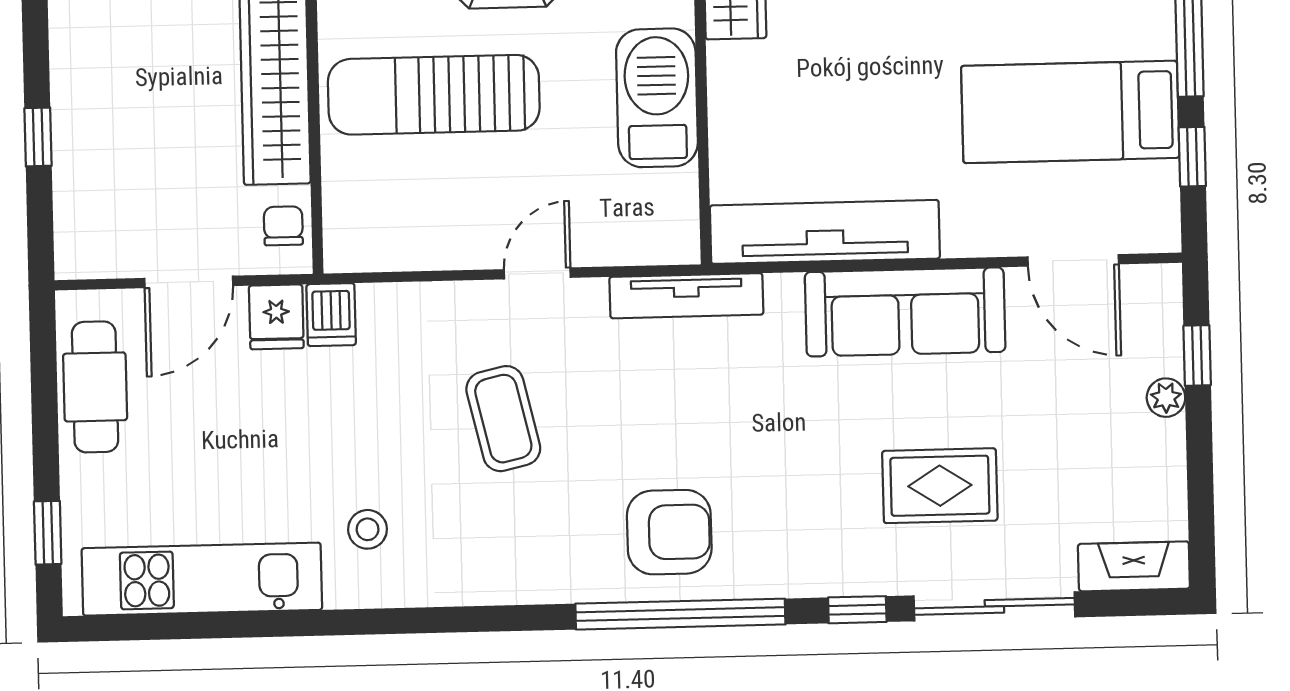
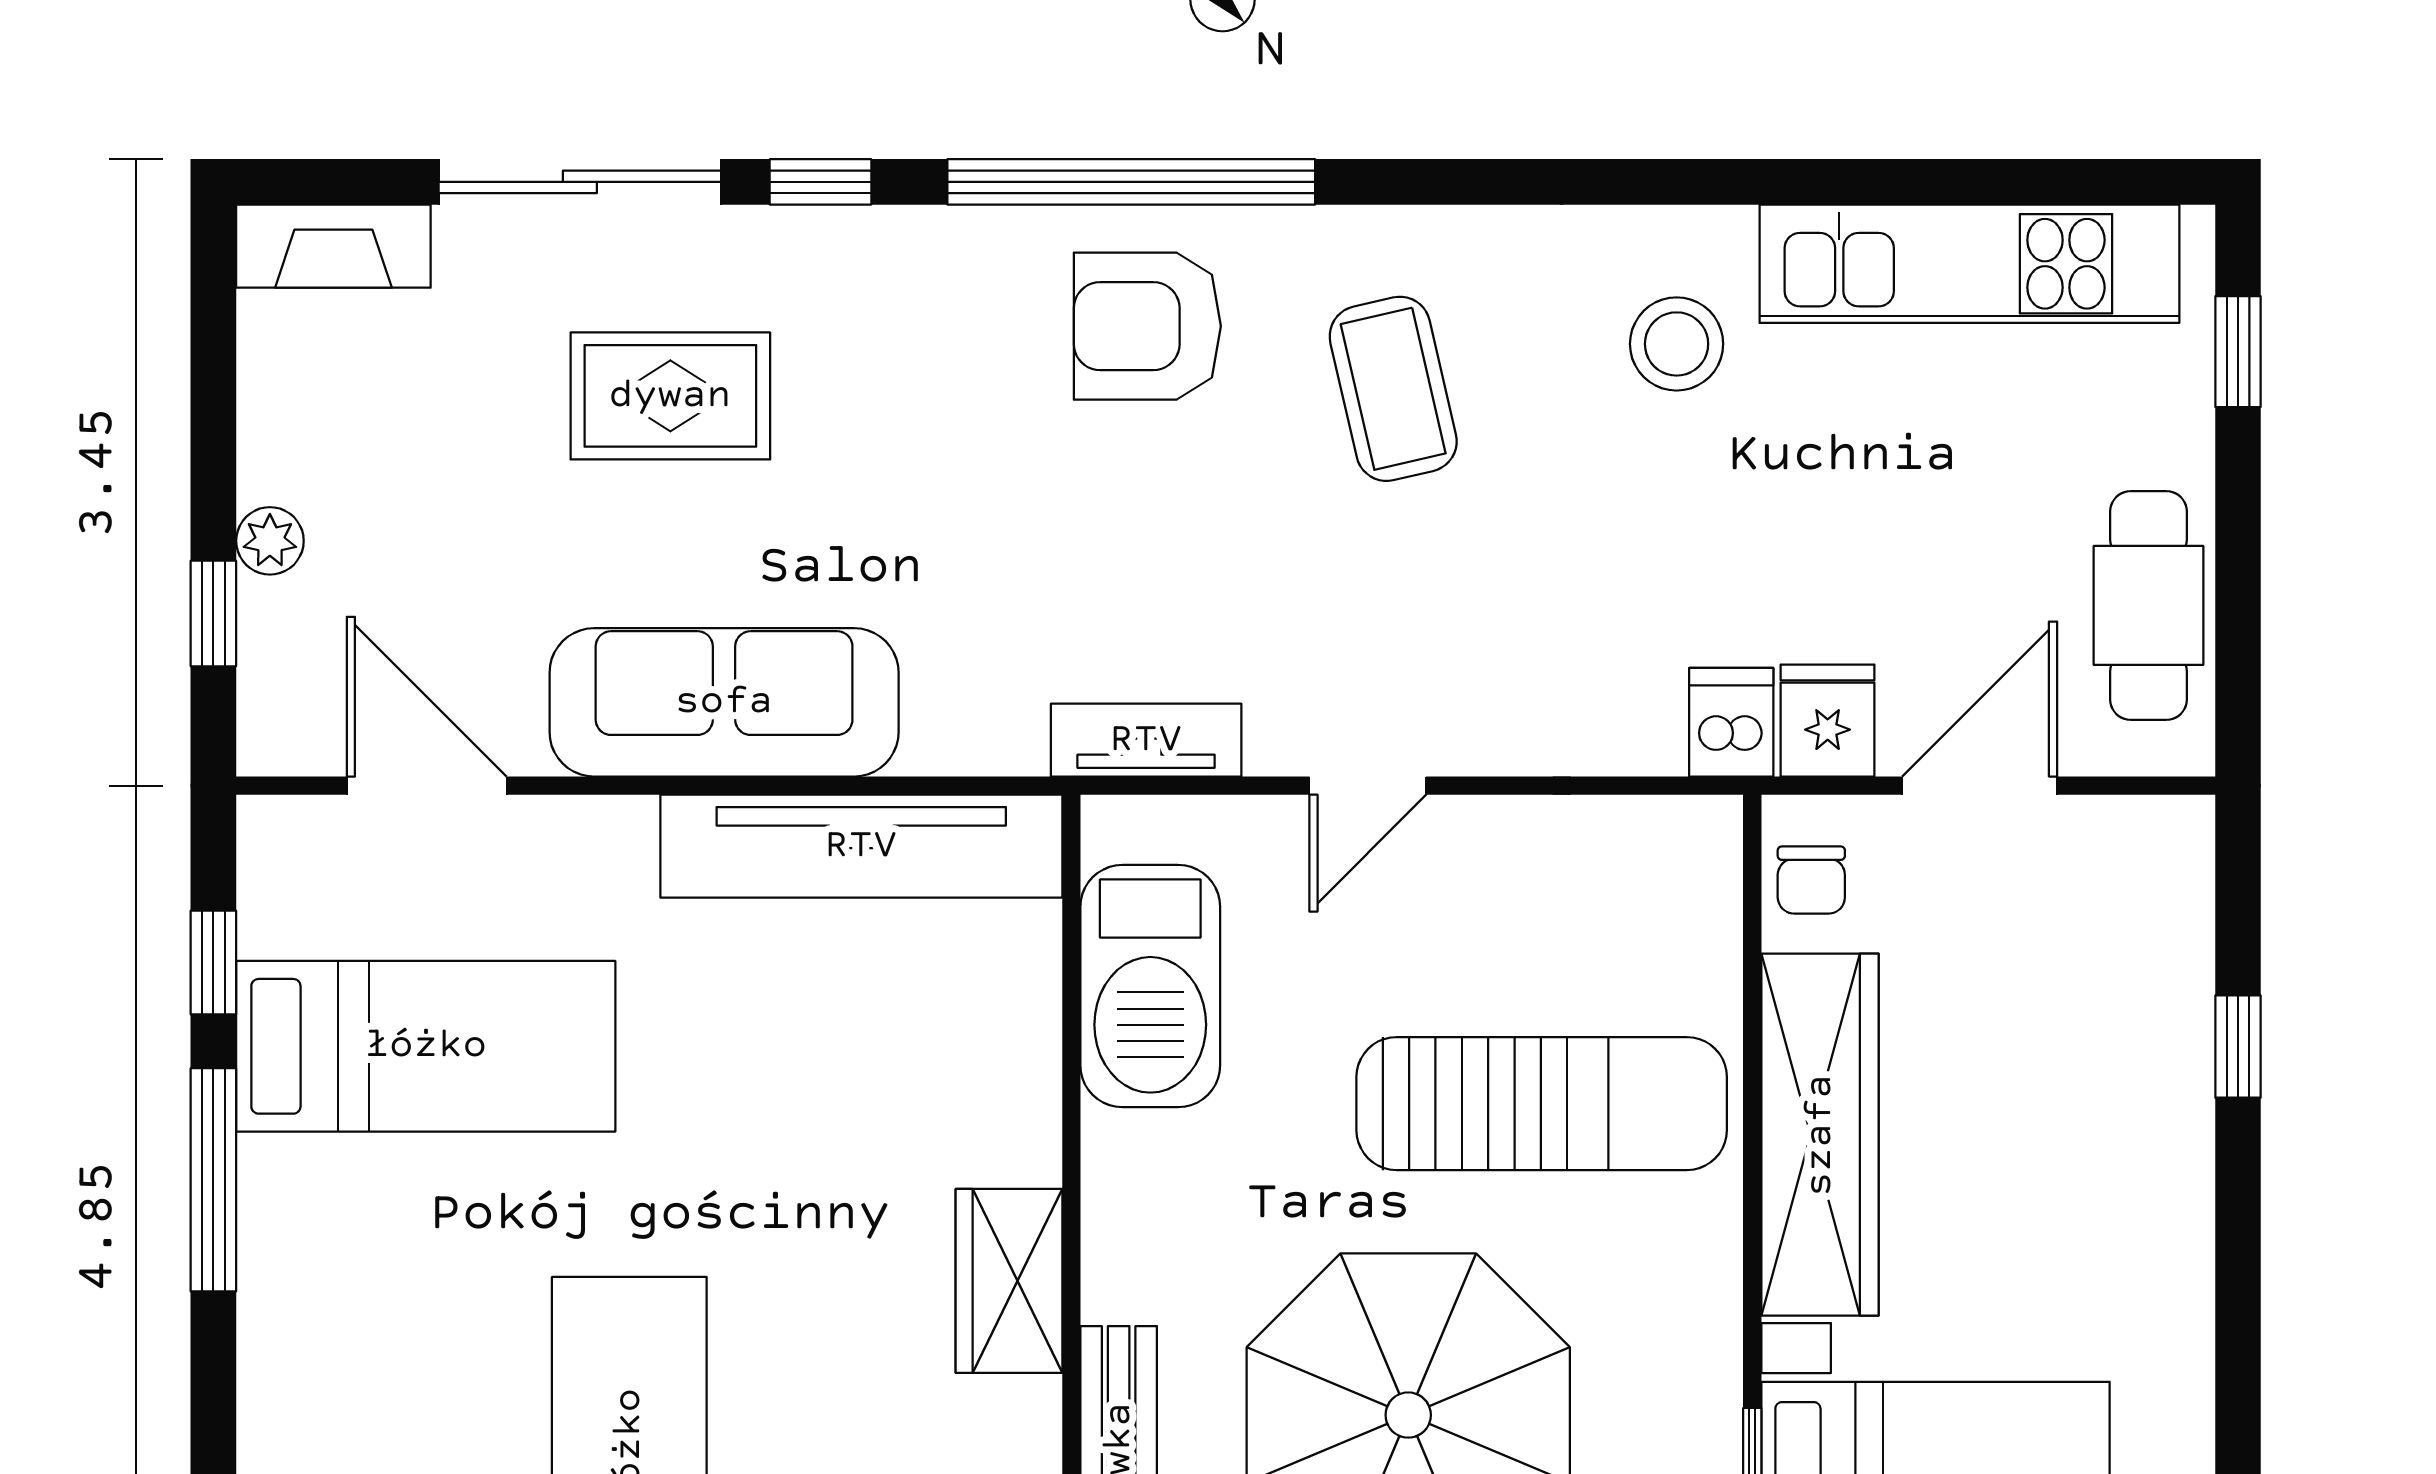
barbecue: (657, 98) -> (1150, 986), moved
tv unit: (686, 296) -> (1146, 740), width x0.71
coffee table: (503, 419) -> (1393, 389), moved
stool: (368, 529) -> (1677, 344), width x1.37, depth x1.37

